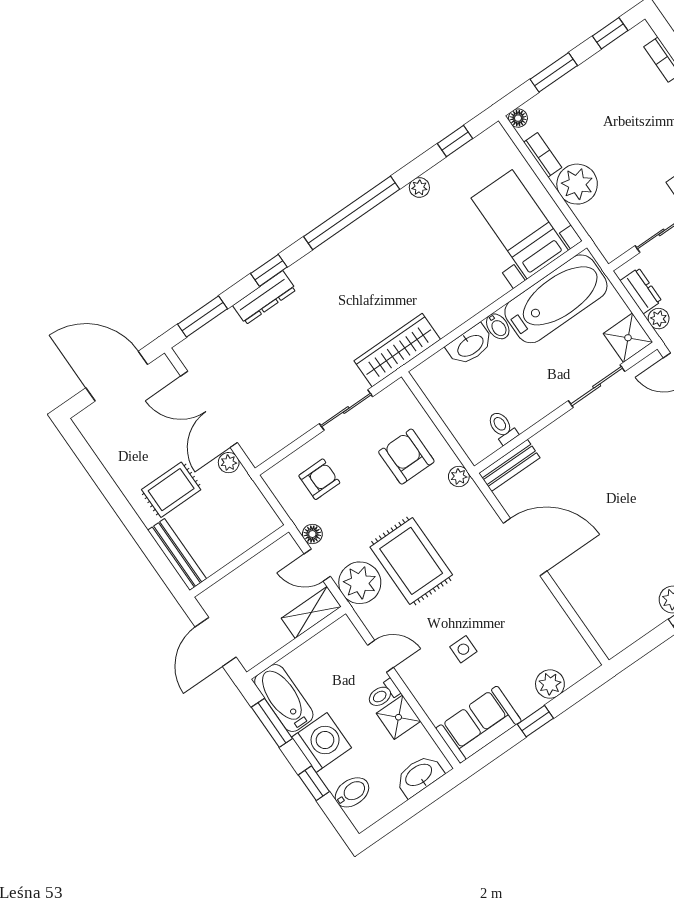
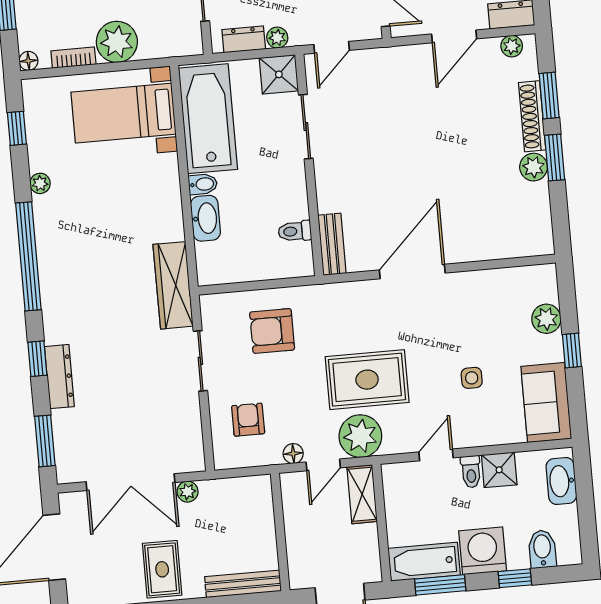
plant: (459, 476) -> (316, 295), removed
rug: (171, 490) -> (162, 569), moved

